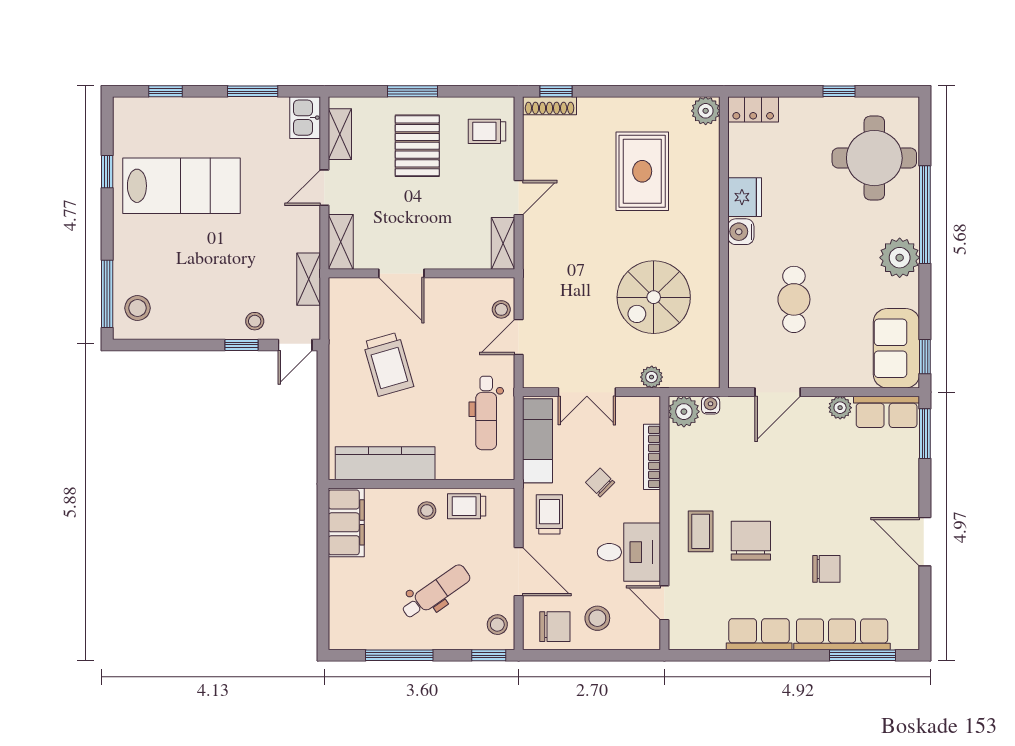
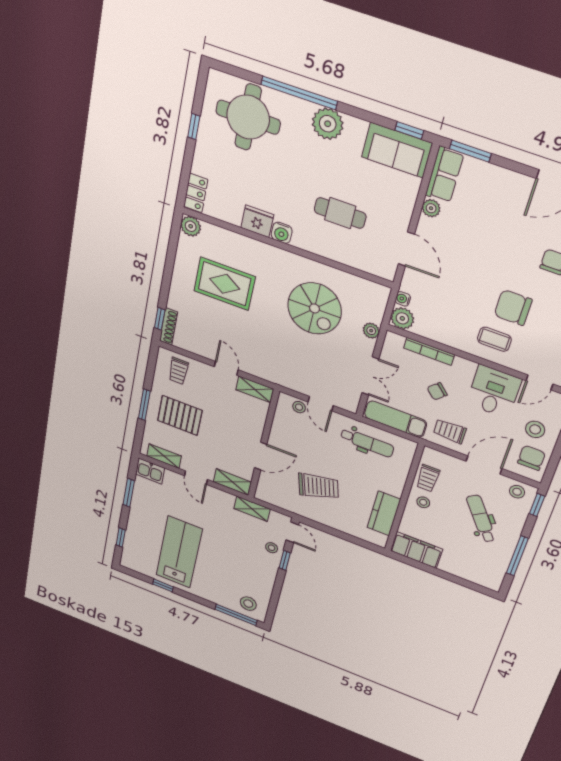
kitchen counter: (385, 463) -> (384, 513), width x0.67

